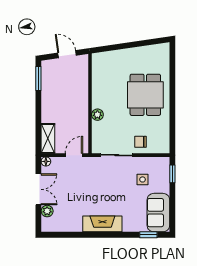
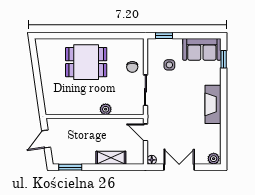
shelving: (48, 138) -> (111, 158), moved
plant: (47, 211) -> (214, 159), moved

